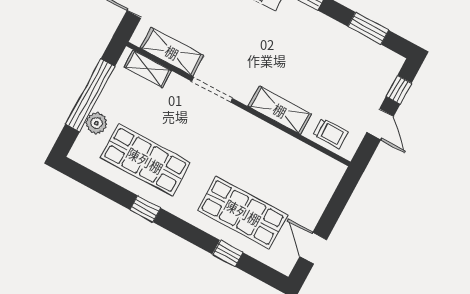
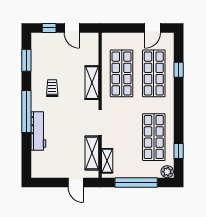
plant: (96, 123) -> (167, 172), moved
door: (380, 124) -> (72, 28), swing flipped
trolley: (331, 133) -> (52, 88), moved
shop shelf: (269, 163) -> (122, 73), added
window: (145, 209) -> (179, 151), moved

